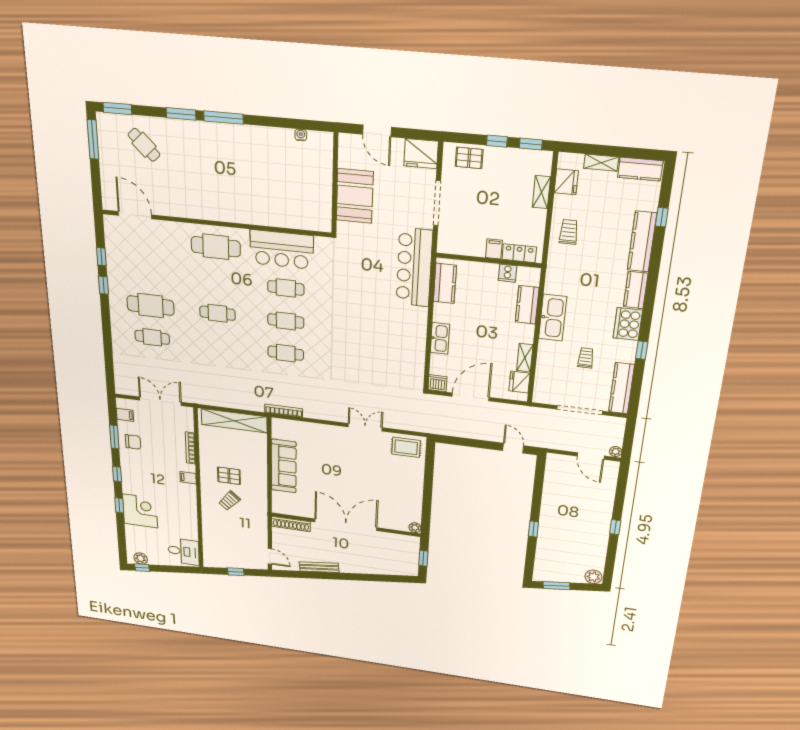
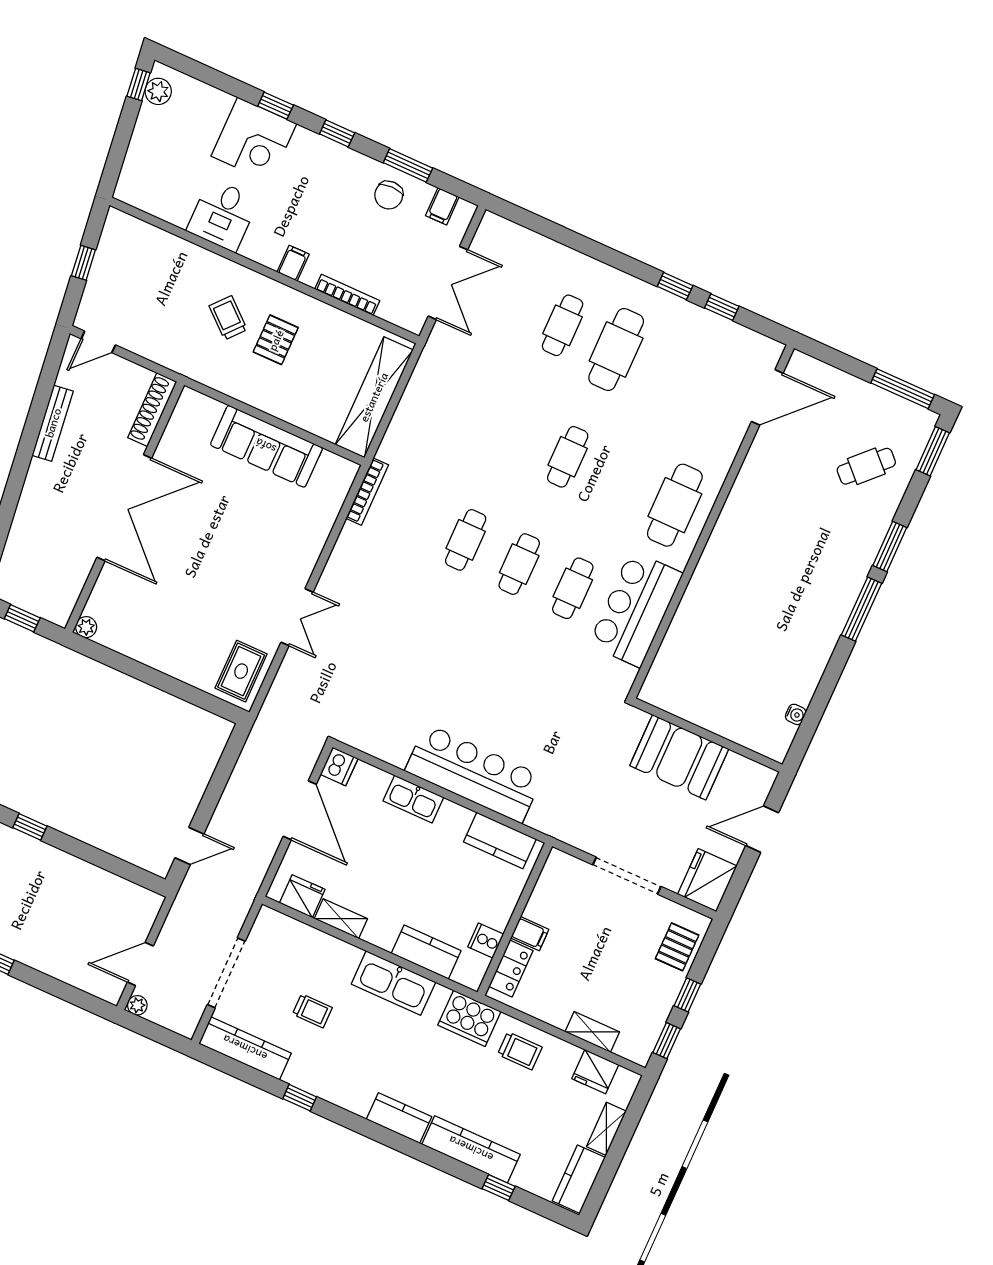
bar counter: (414, 267) -> (474, 773), moved
cooker: (628, 324) -> (469, 1018), moved, turned 180
desk: (184, 551) -> (223, 215), moved

